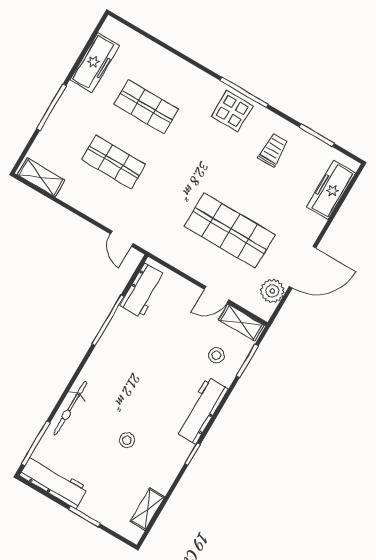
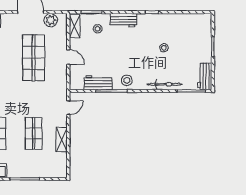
shelving: (41, 177) -> (62, 139), moved
workbench: (143, 291) -> (98, 83), moved
door: (217, 295) -> (68, 57), moved
stool: (111, 354) -> (127, 80), added
workbench: (202, 410) -> (123, 20), width x0.73
workbench: (54, 482) -> (205, 76), width x0.73
shelving: (147, 509) -> (191, 18), removed

